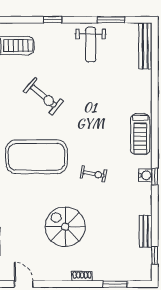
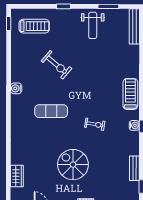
treadmill: (140, 134) -> (130, 94), turned 180
exercise mat: (36, 157) -> (51, 111), width x0.50, depth x0.69

